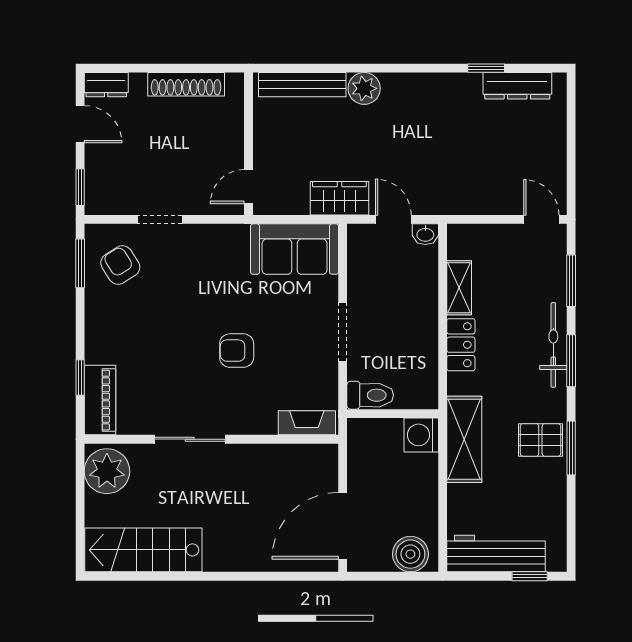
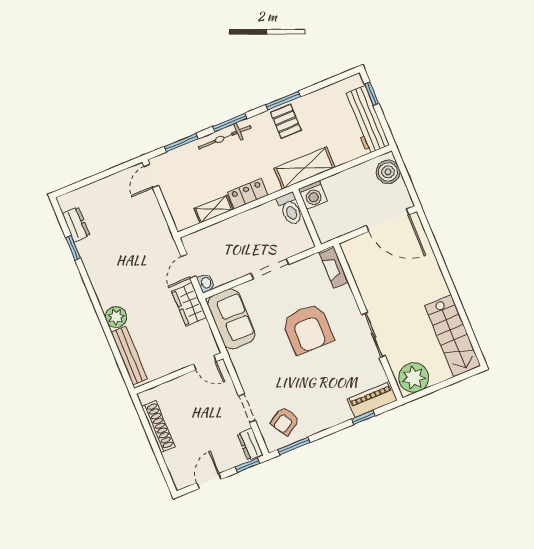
dresser: (106, 85) -> (250, 444), moved, turned 180
dresser: (517, 86) -> (76, 224), width x0.70
washbasin: (425, 234) -> (206, 283), moved
armchair: (237, 351) -> (308, 329), width x1.88, depth x1.88
toilet: (370, 395) -> (290, 209), moved, turned 180

